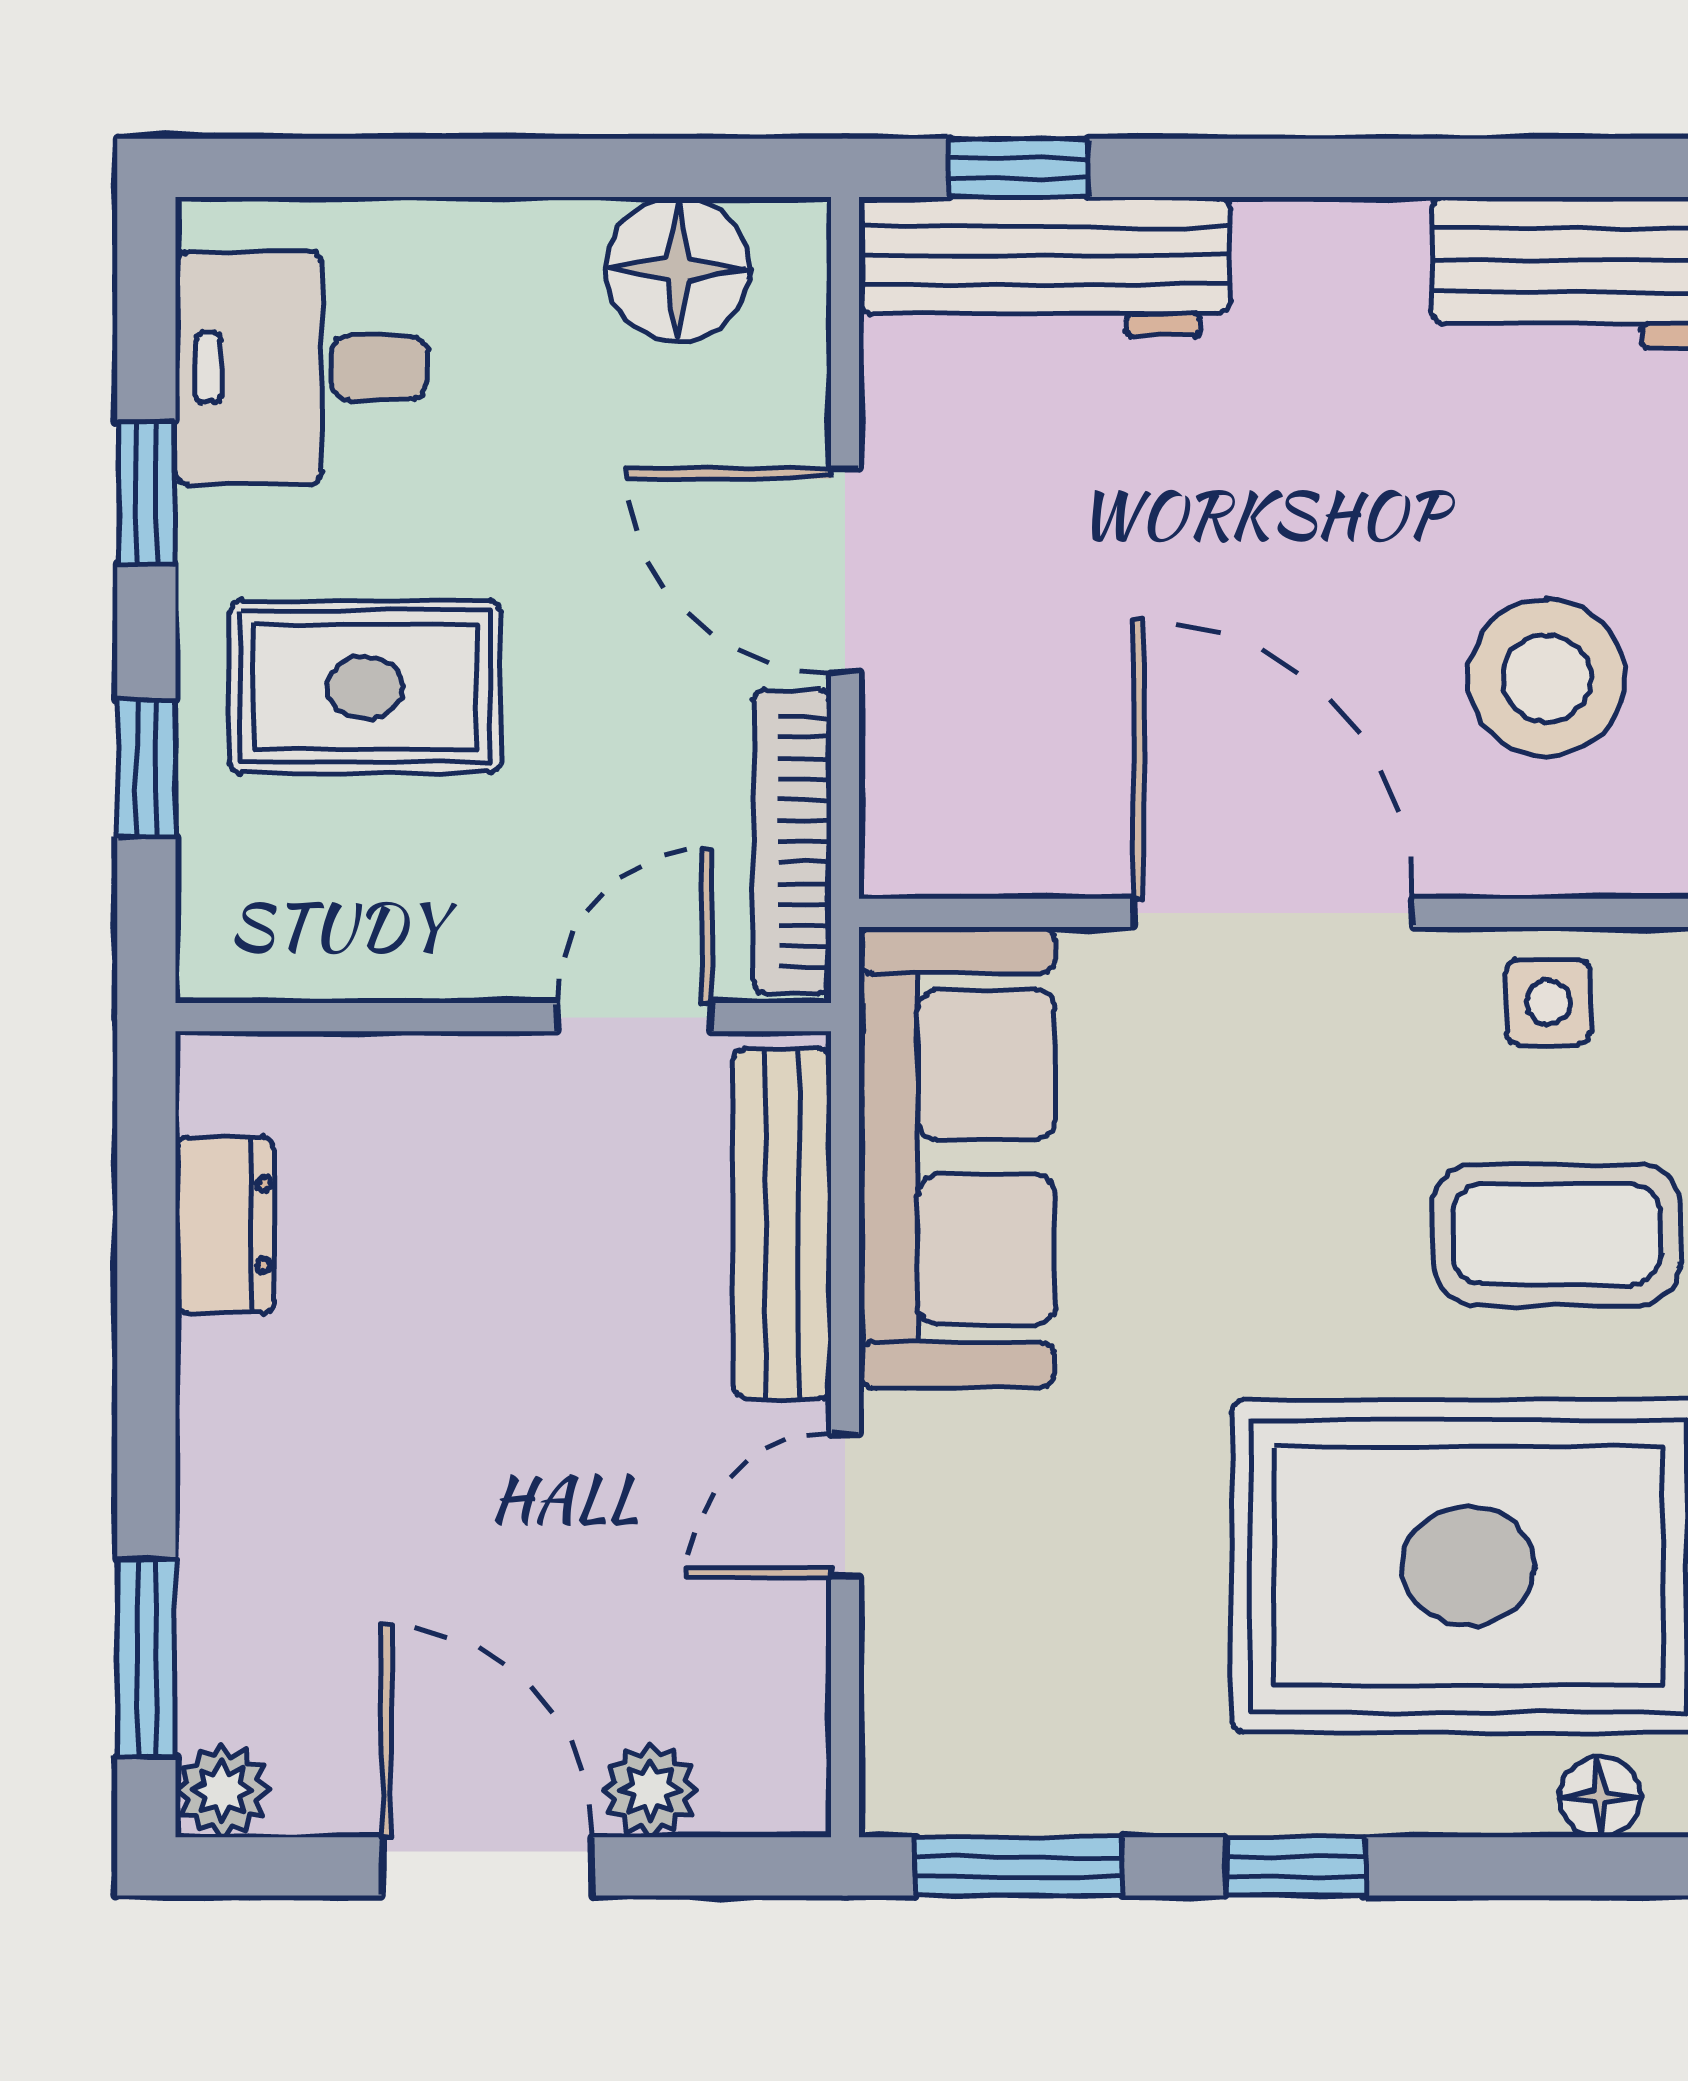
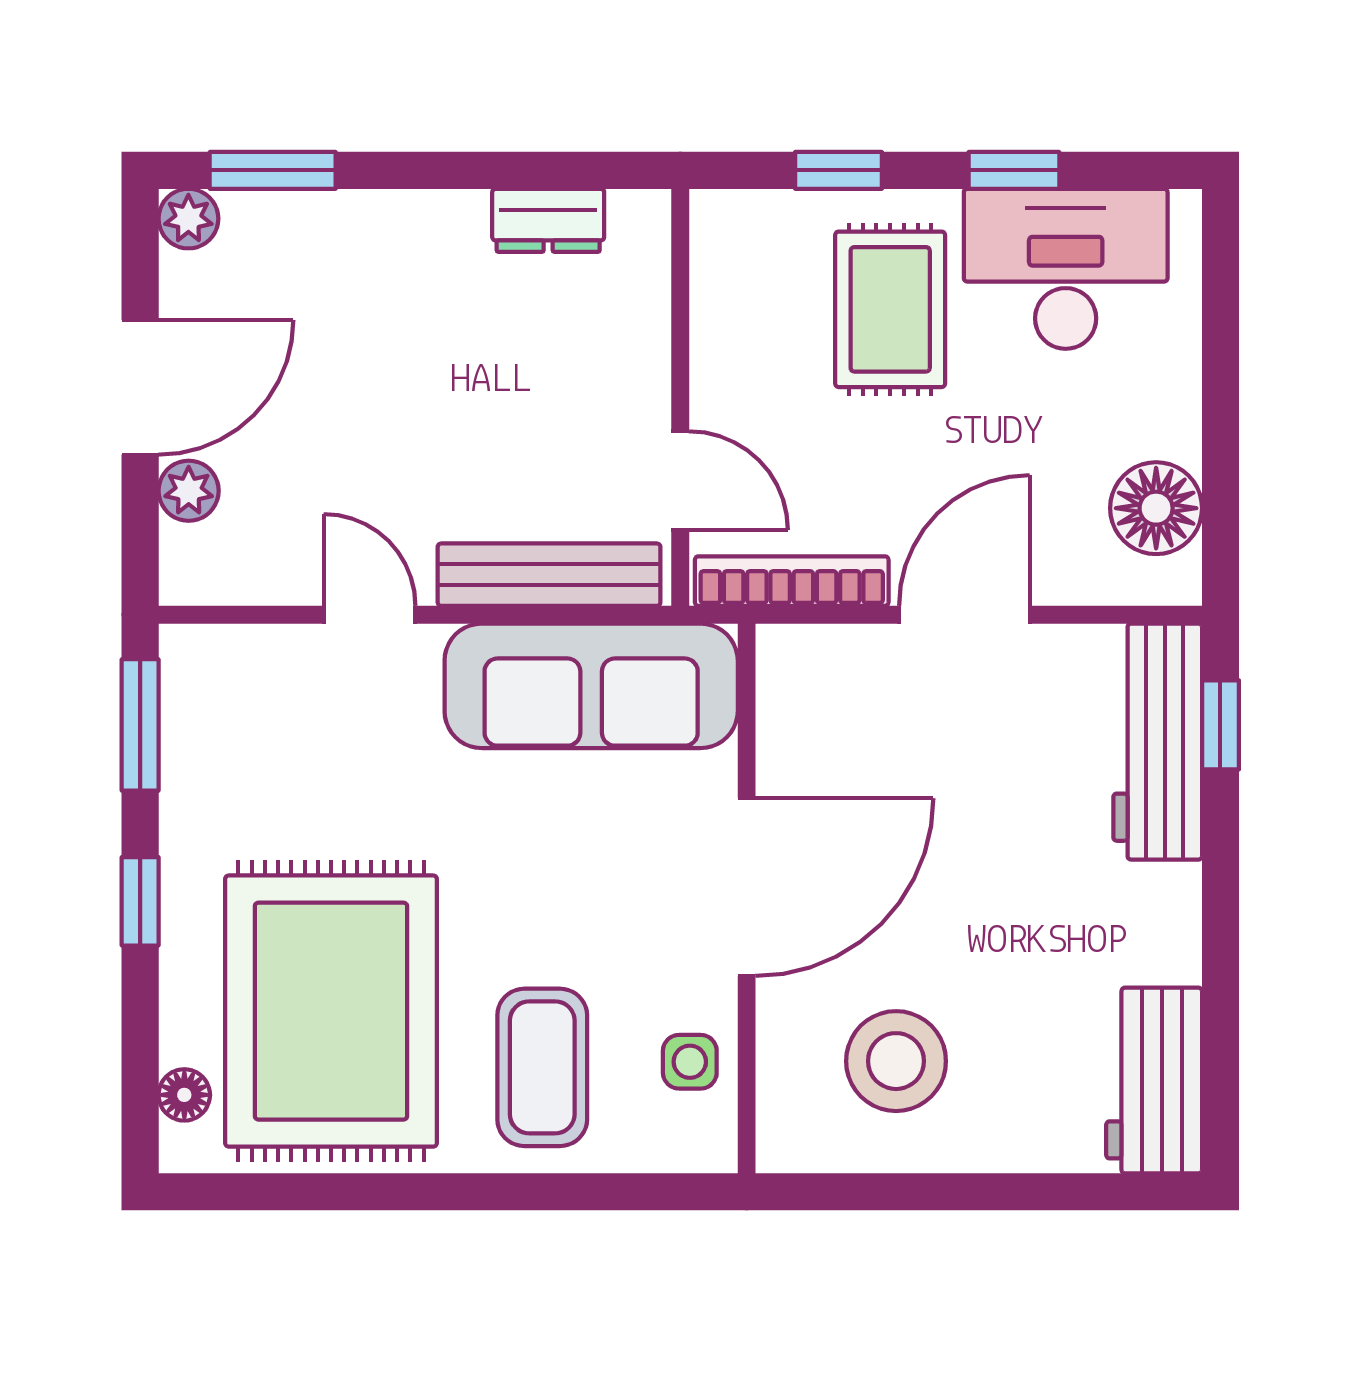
desk: (301, 368) -> (1066, 269), width x1.37

